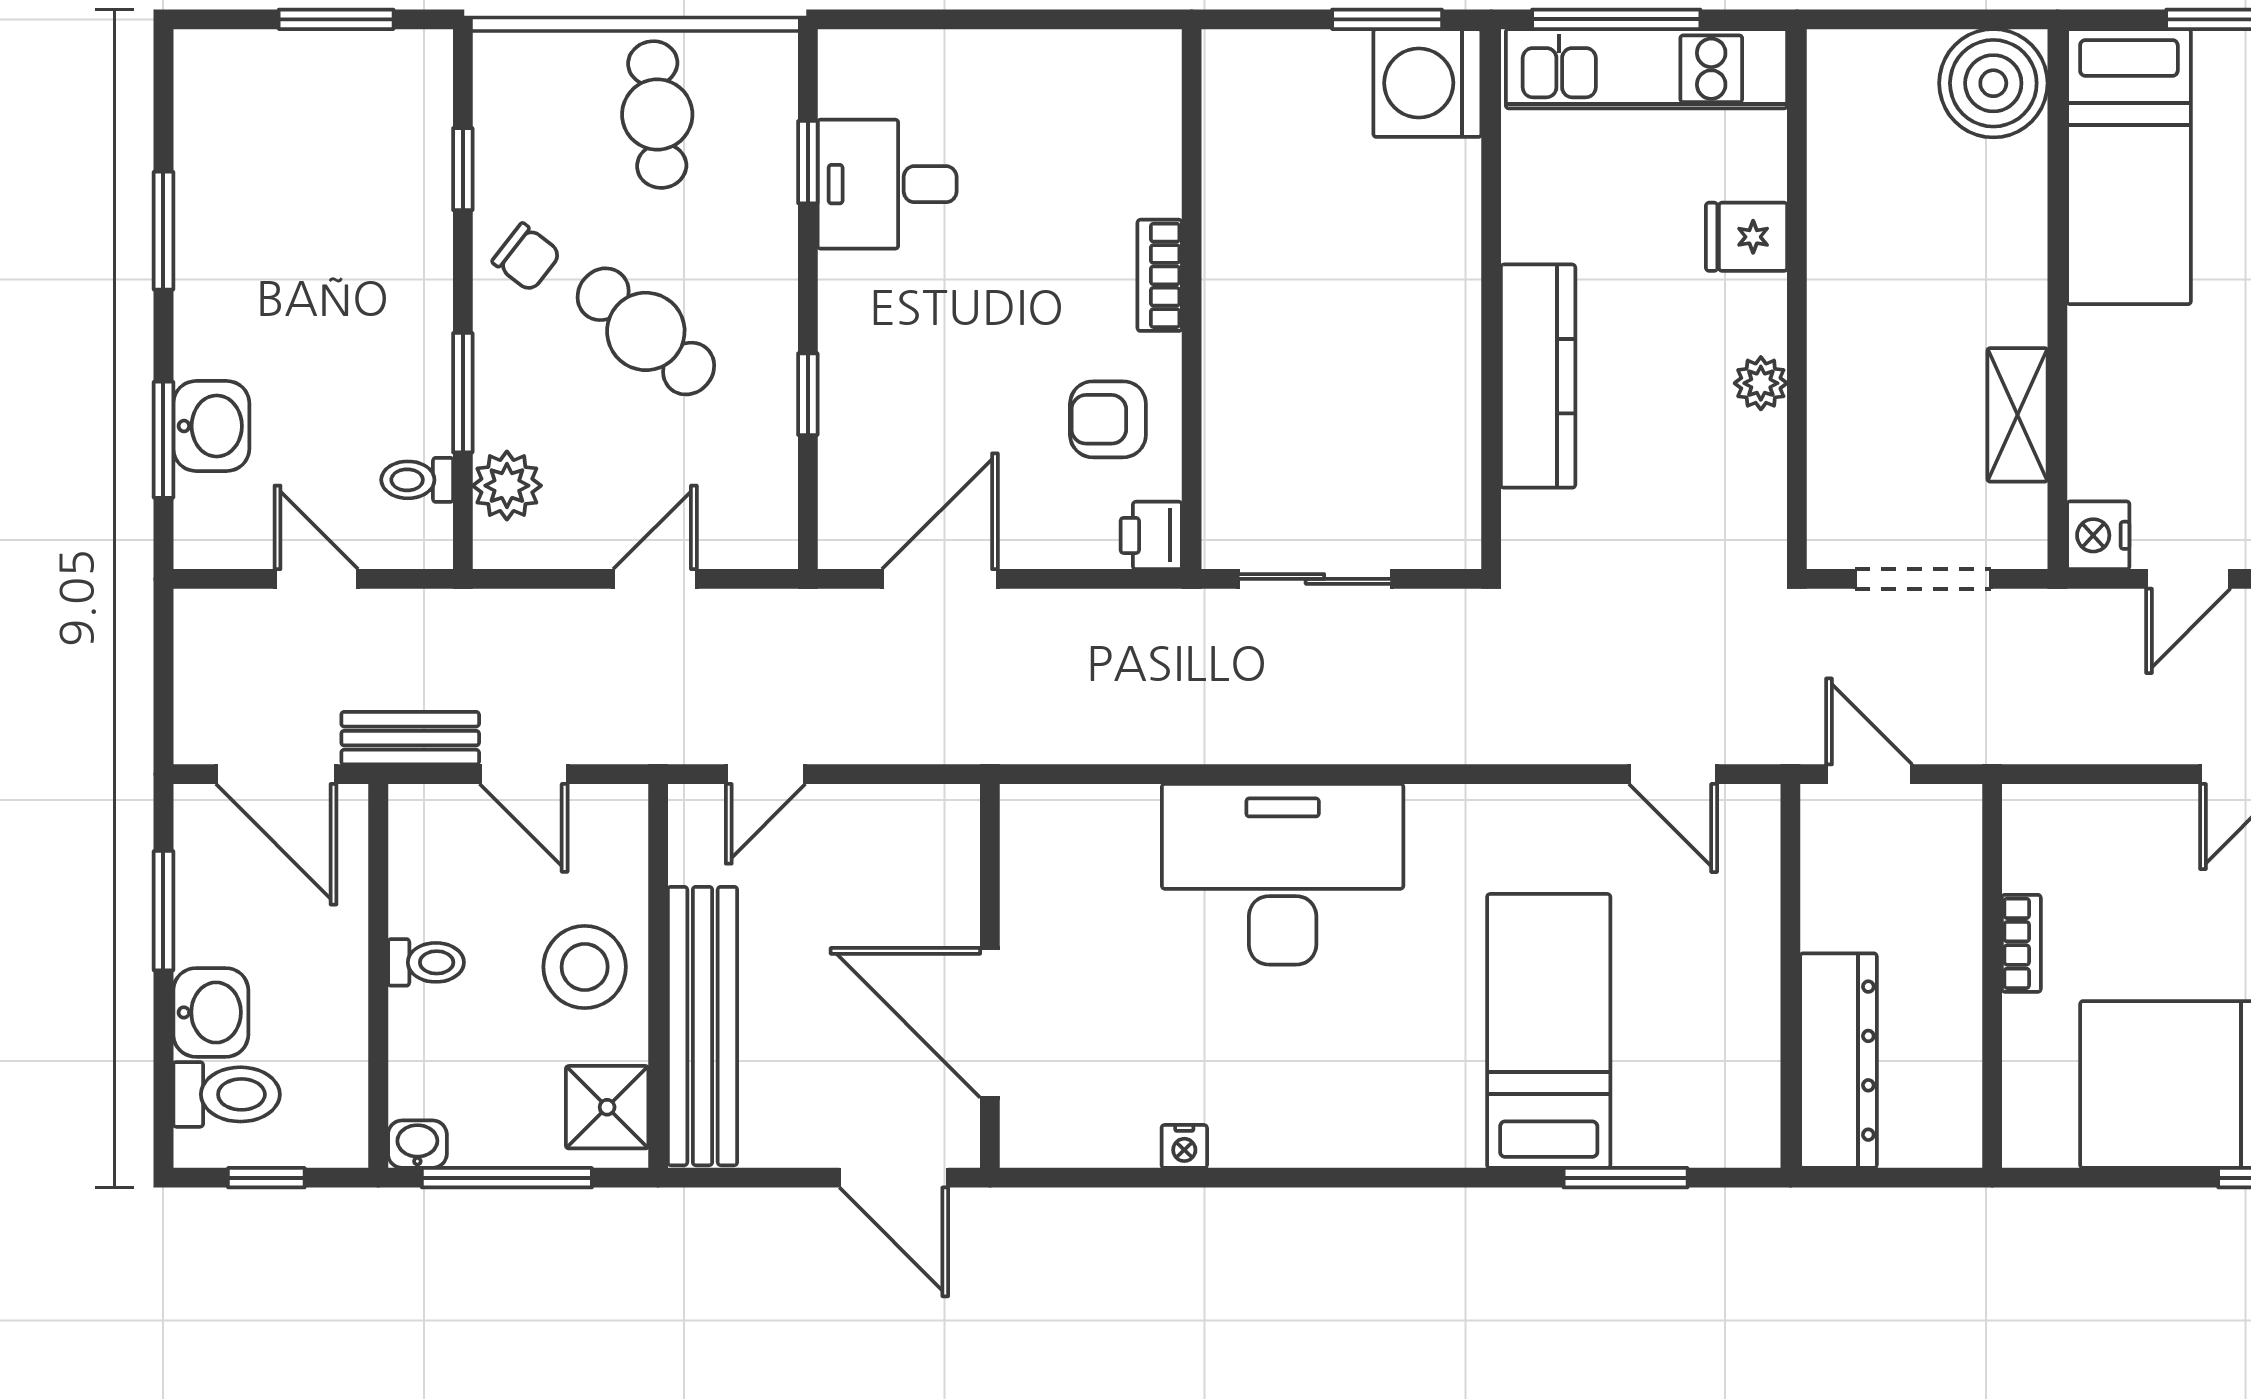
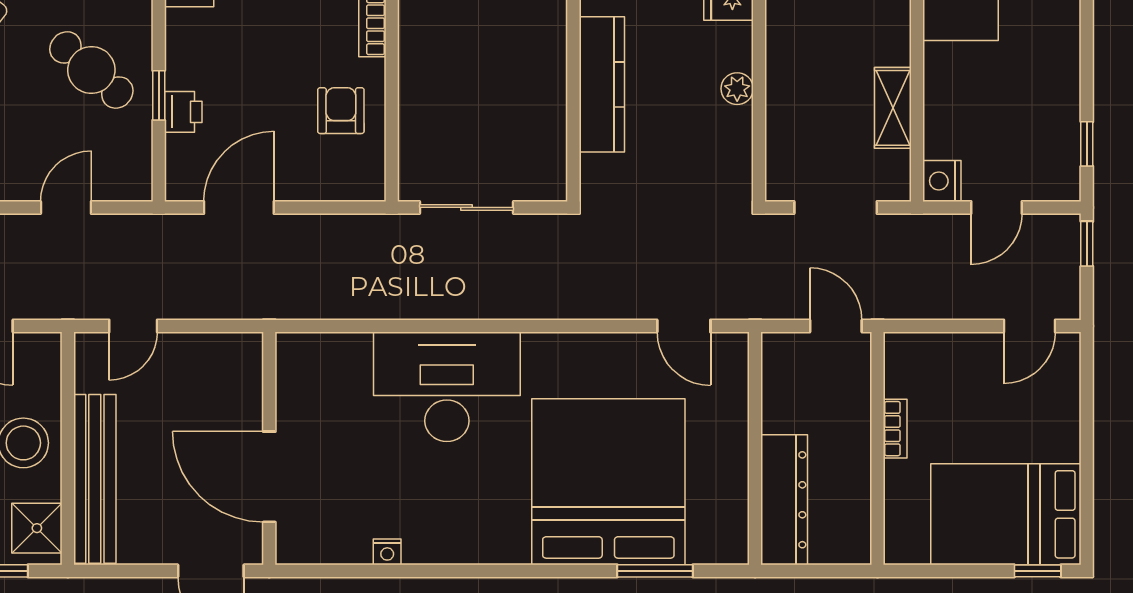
cafe table: (646, 331) -> (91, 70), moved
armchair: (1108, 419) -> (341, 111), turned 90
printer: (1151, 535) -> (183, 112), moved, turned 180
door: (1869, 774) -> (836, 326), moved
bed: (1549, 1031) -> (608, 482), width x2.04

